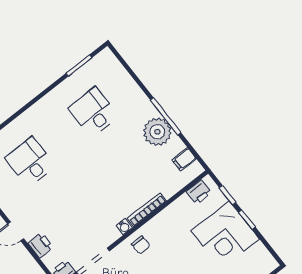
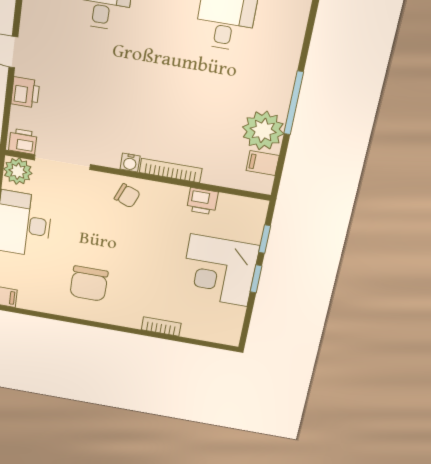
plant: (157, 132) -> (263, 130), moved
printer: (199, 192) -> (202, 201), moved
chair: (141, 245) -> (127, 196), turned -69

